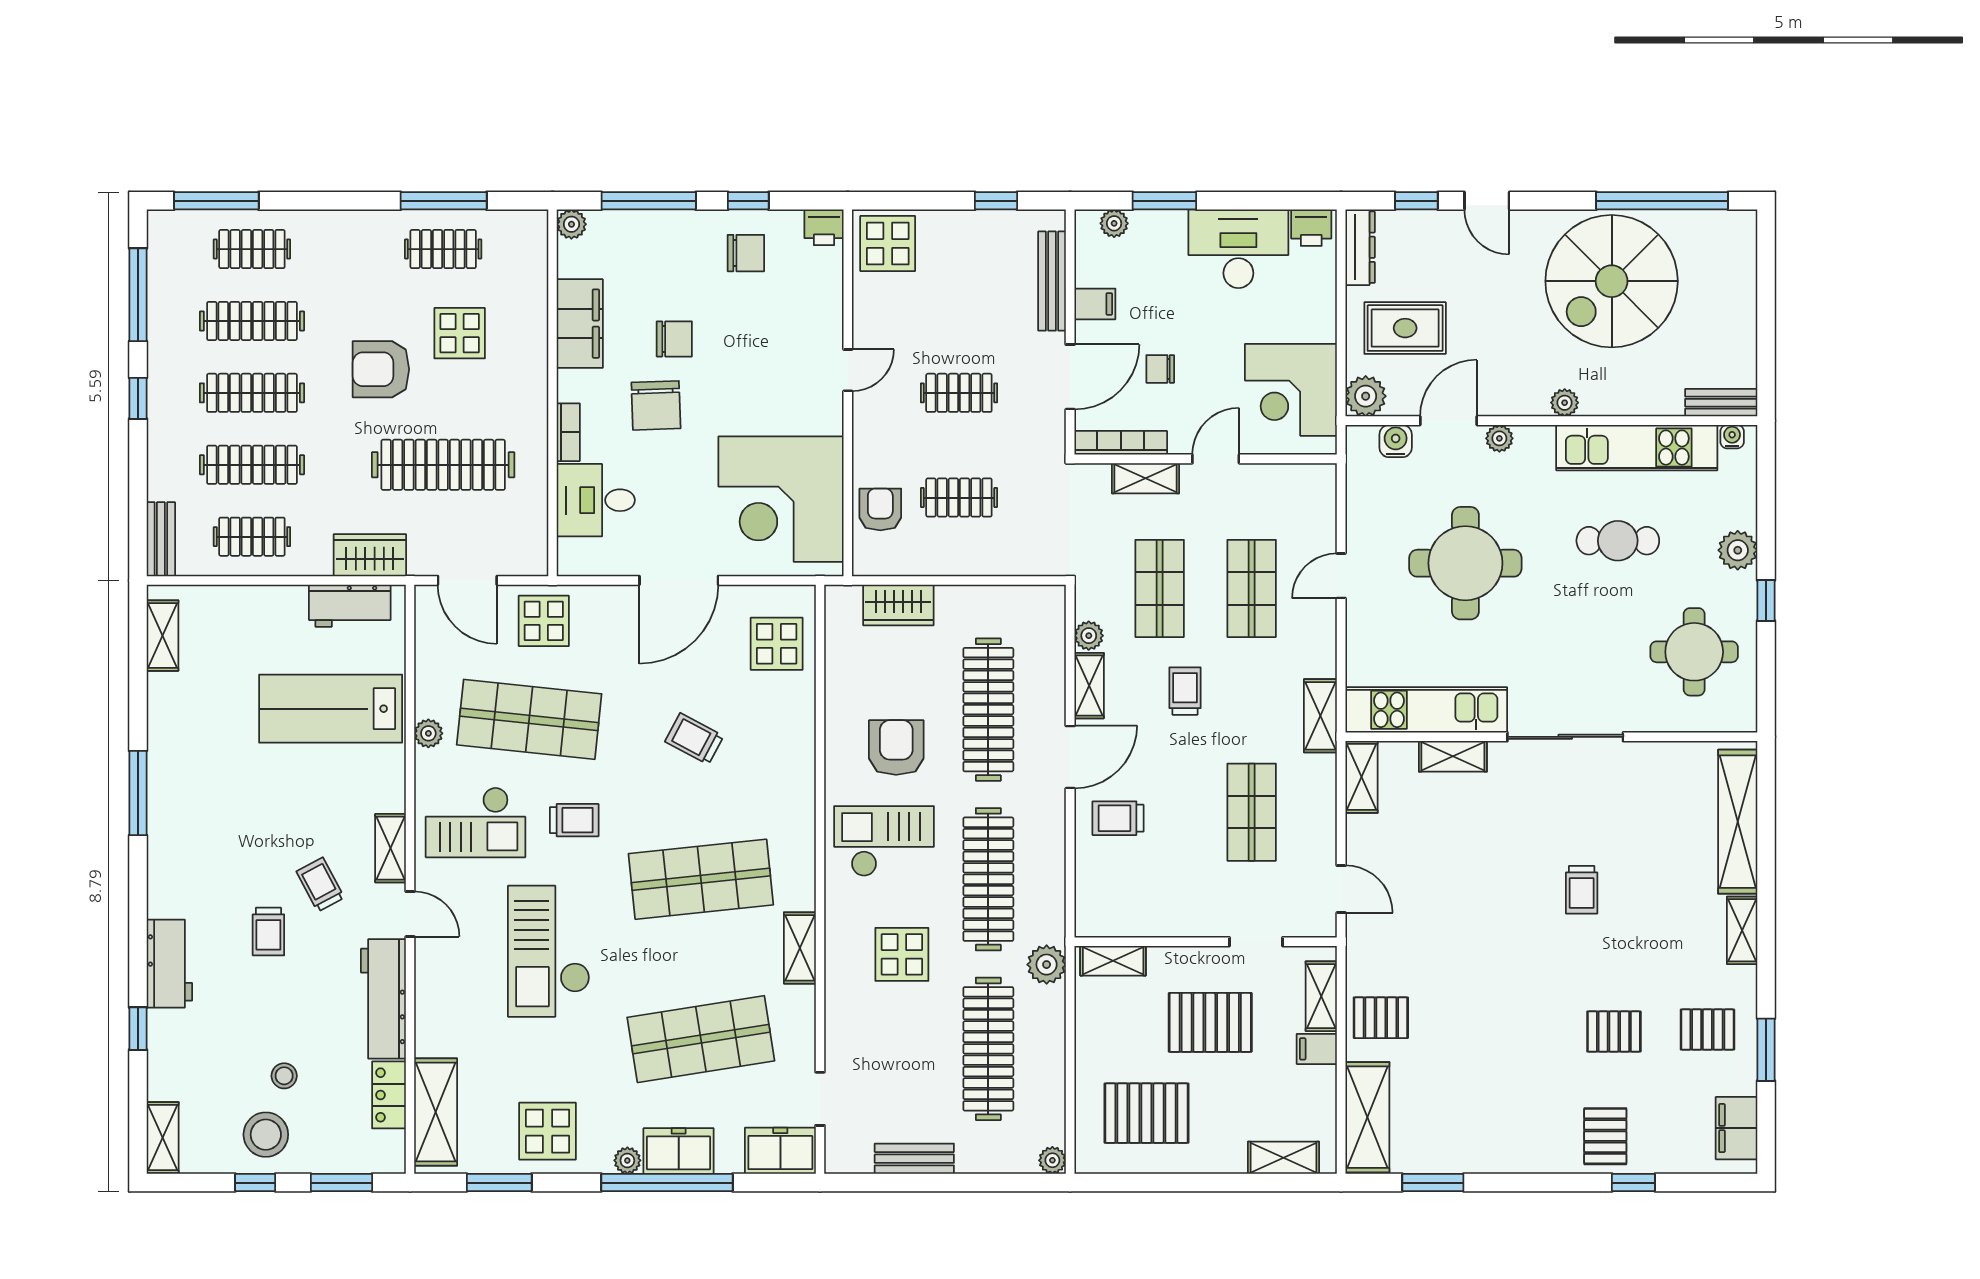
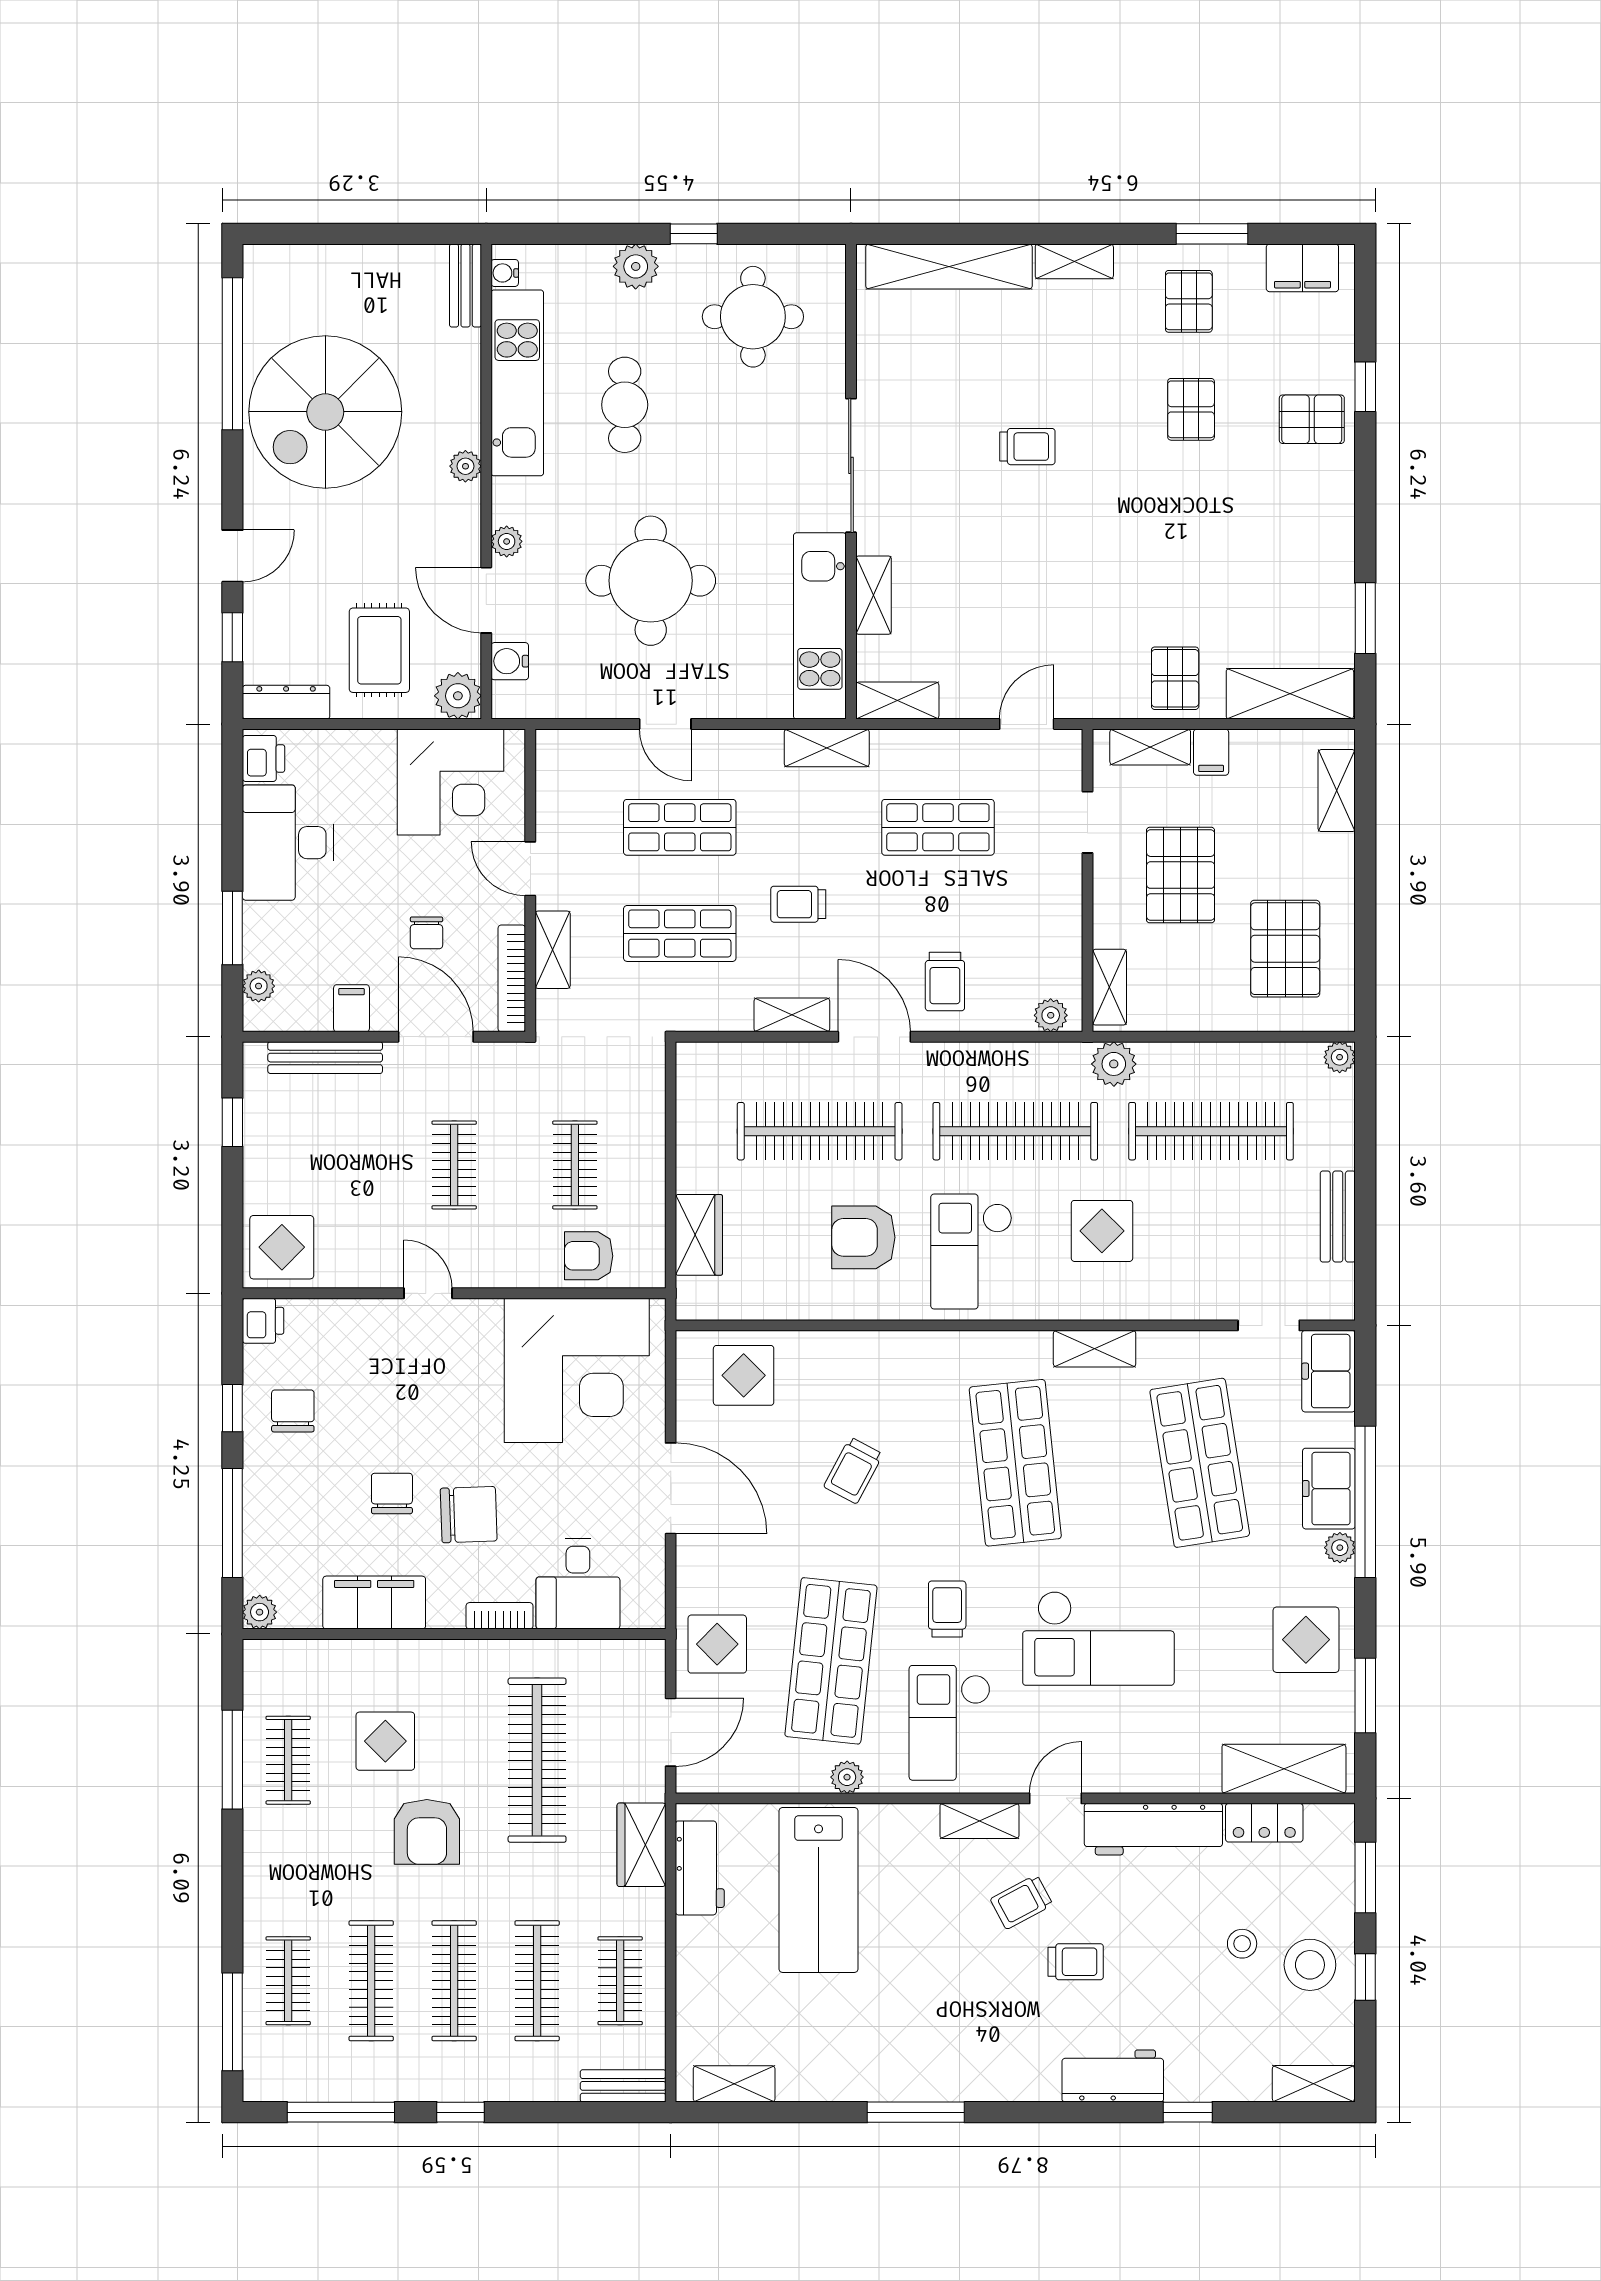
spiral stairs: (1612, 281) -> (325, 412), turned 90
plant: (1089, 636) -> (1051, 1015), moved
checkout: (476, 822) -> (950, 1723), turned 180

